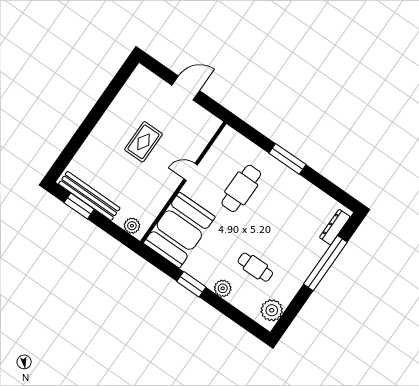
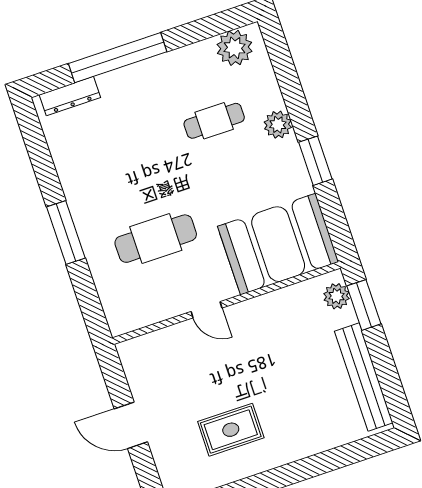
rug: (143, 142) -> (231, 430), moved
window: (79, 206) -> (364, 305), moved
cafe table: (255, 267) -> (214, 121), turned 90

